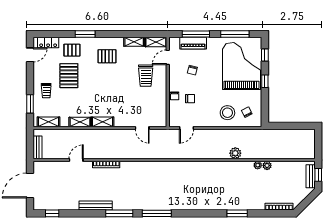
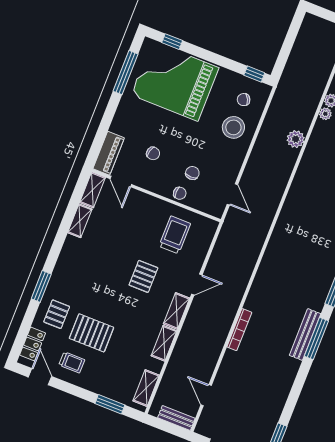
window: (196, 34) -> (103, 128), removed
piano: (193, 43) -> (109, 153), moved
pallet: (107, 56) -> (143, 276), moved
trolley: (146, 76) -> (175, 235), moved, turned -90
window: (265, 81) -> (254, 74), moved
trolley: (46, 91) -> (72, 362), moved
door: (142, 128) -> (197, 285), moved
door: (76, 160) -> (206, 395), moved
bench: (96, 206) -> (305, 334), moved

